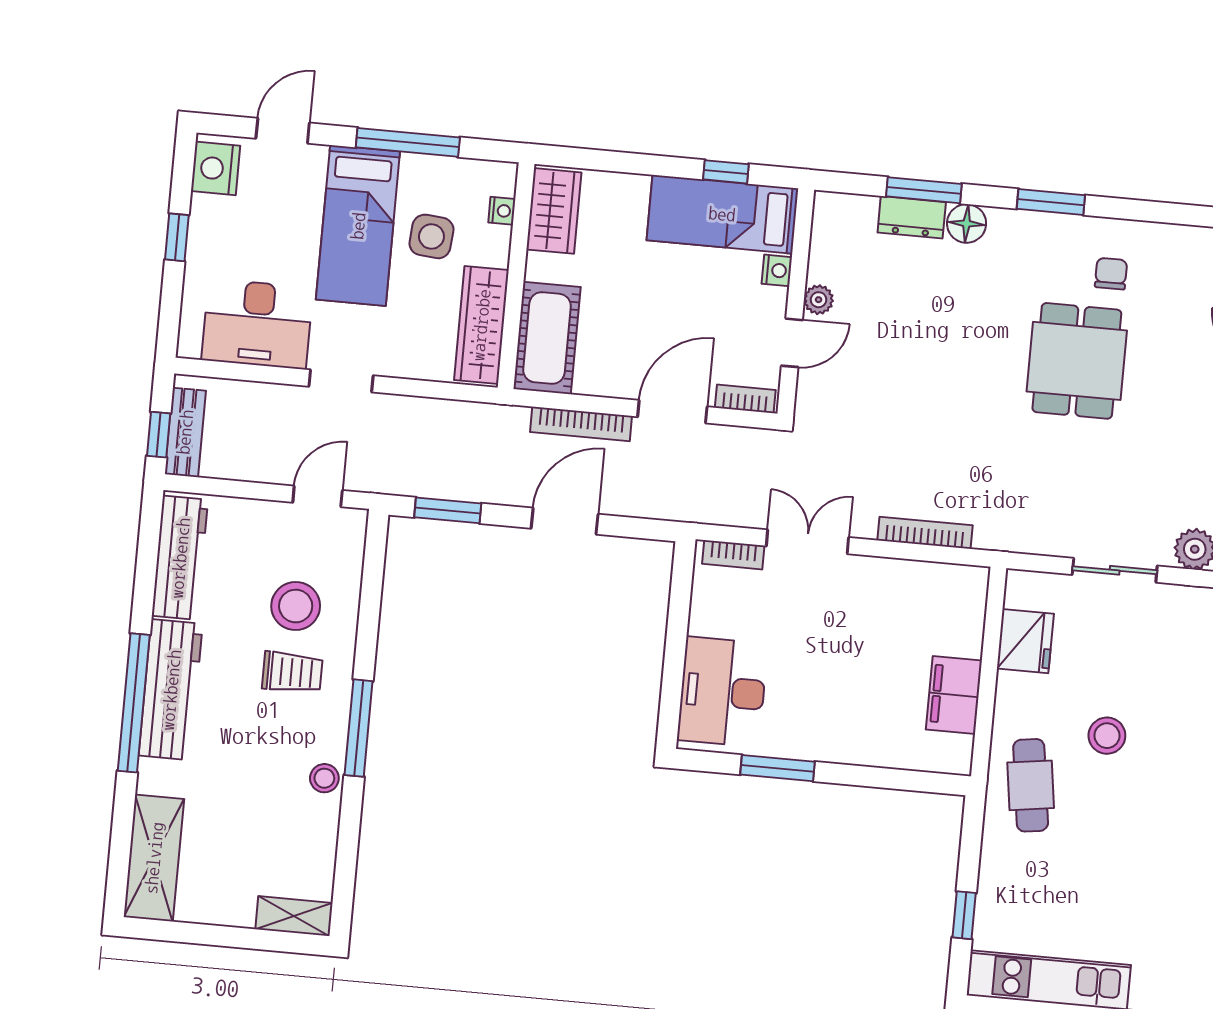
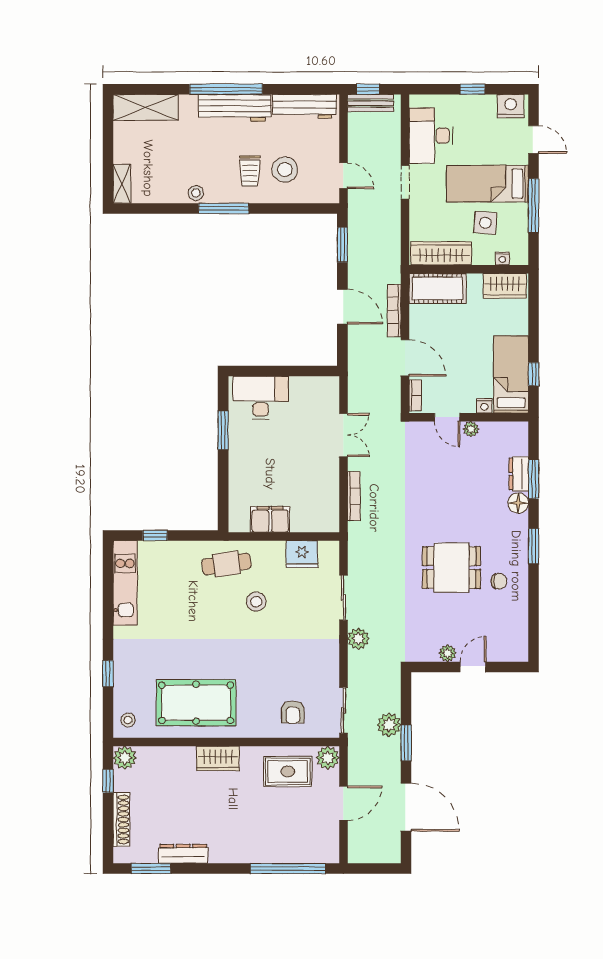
bookcase: (733, 555) -> (333, 397), removed

